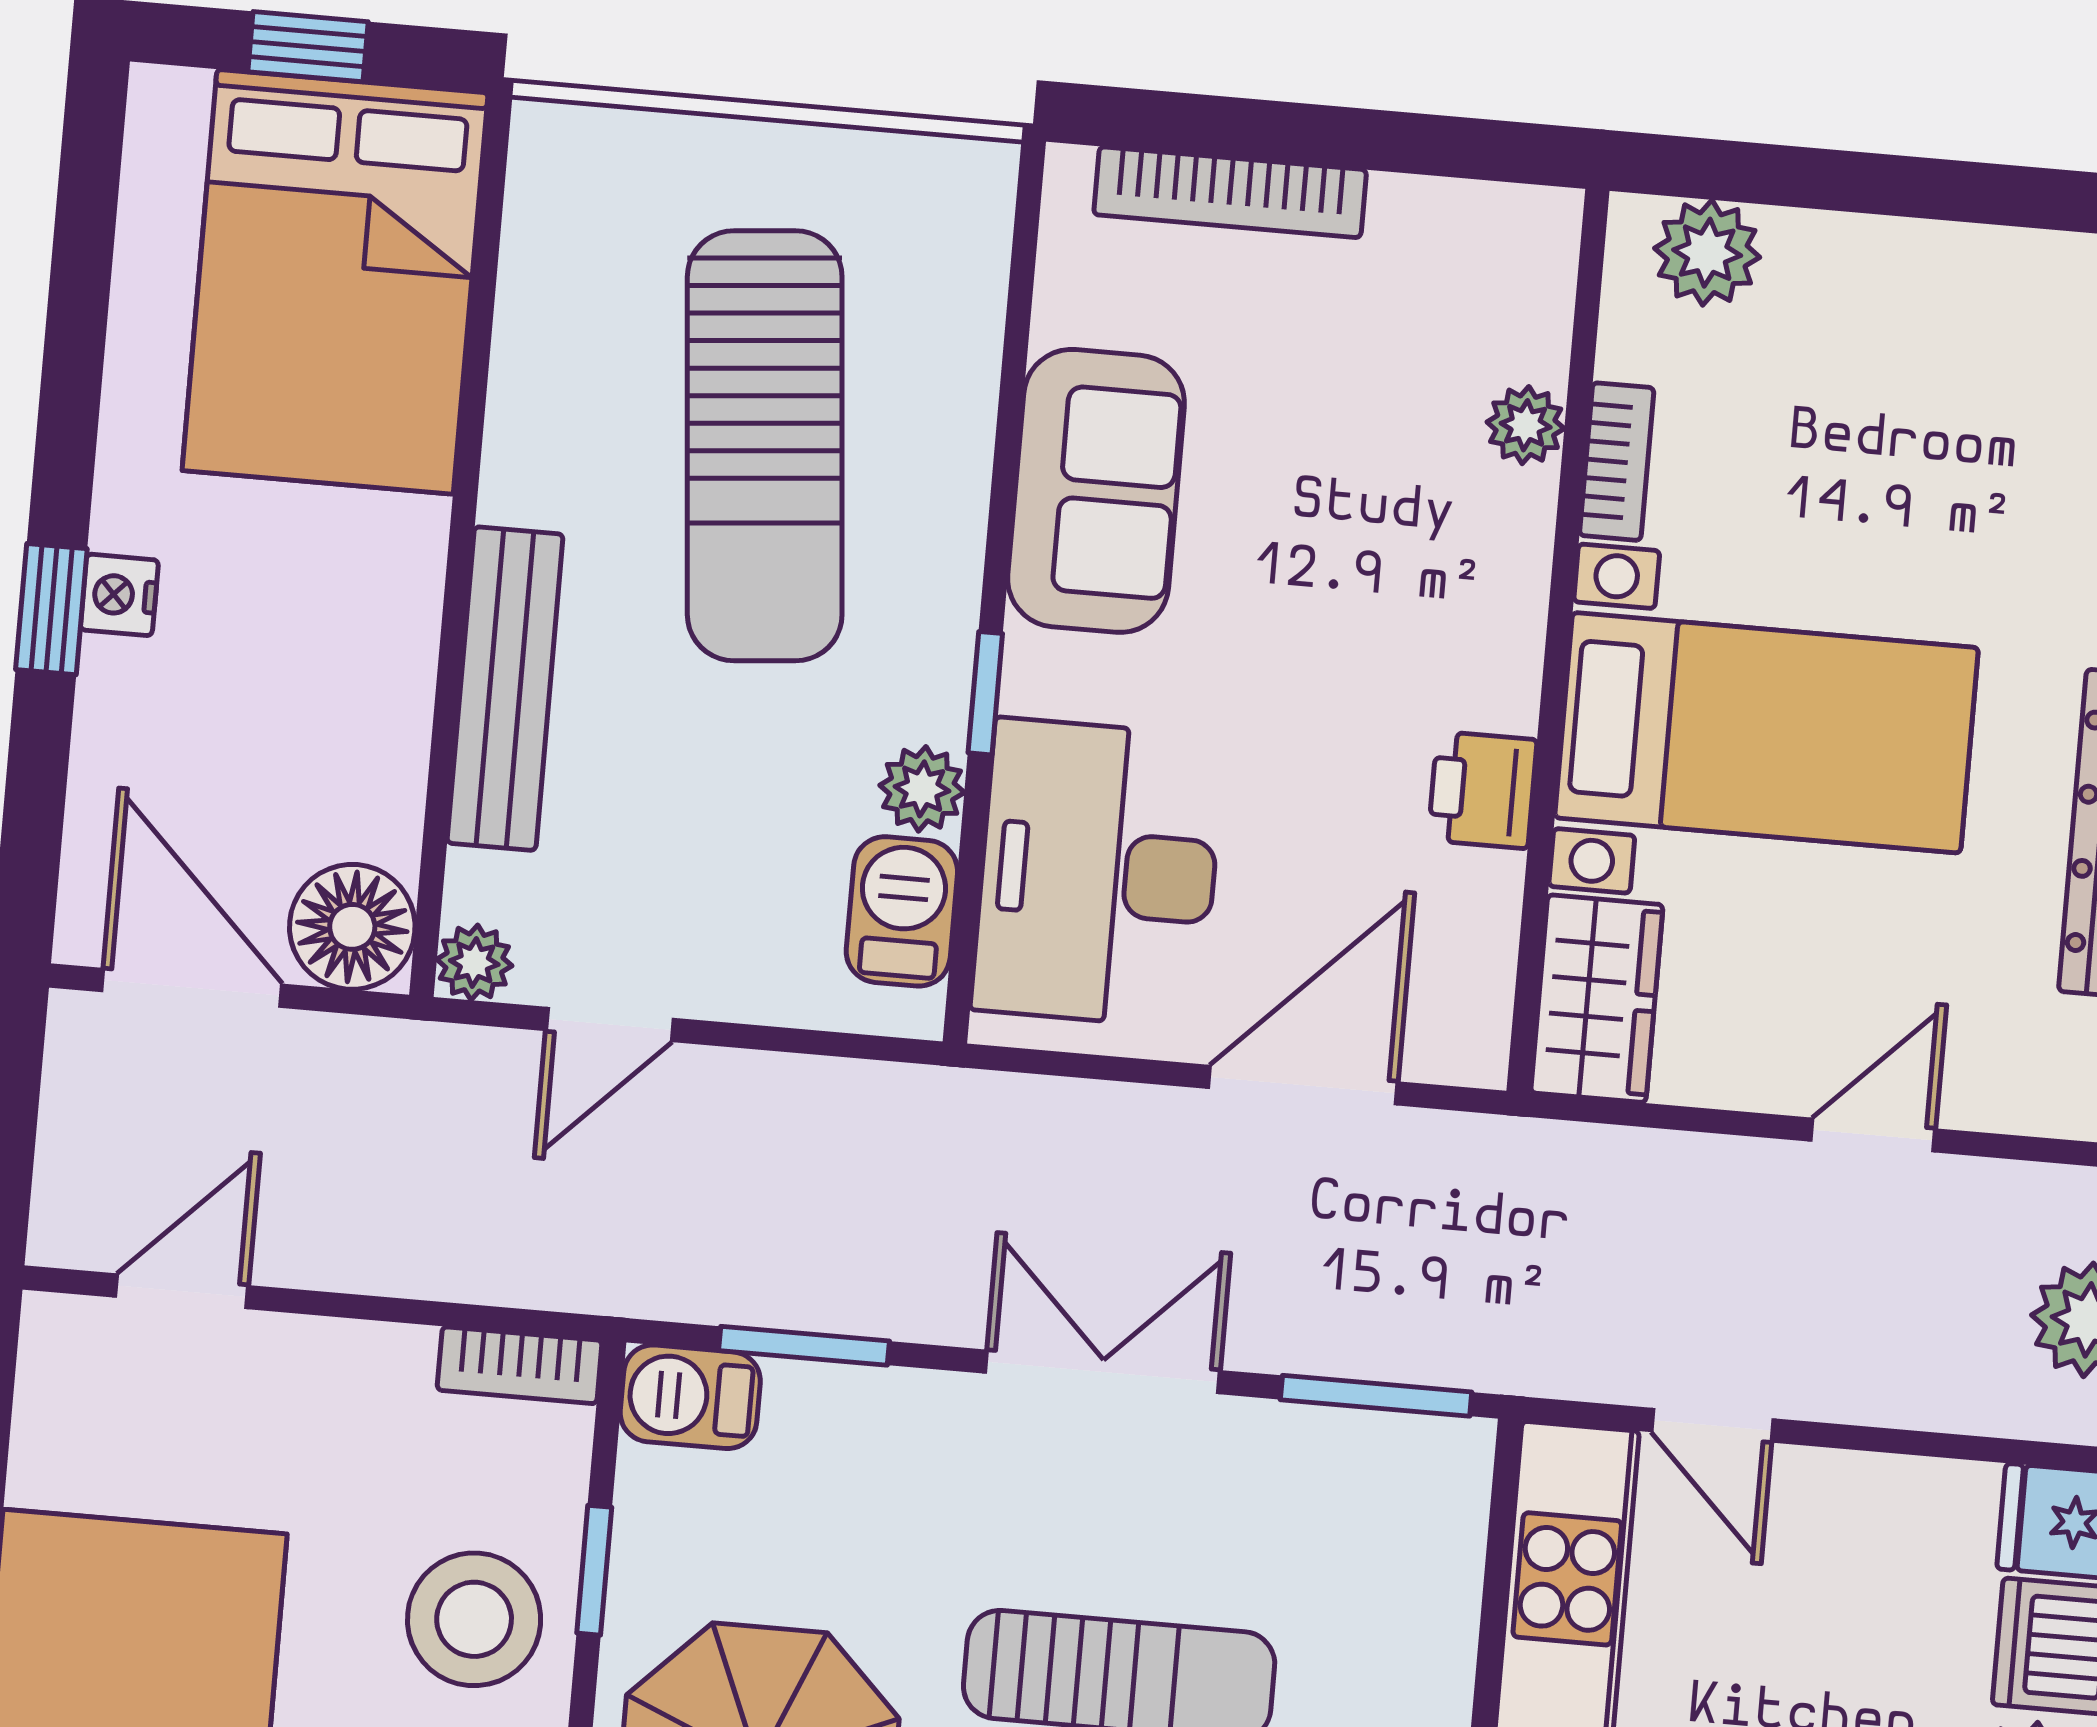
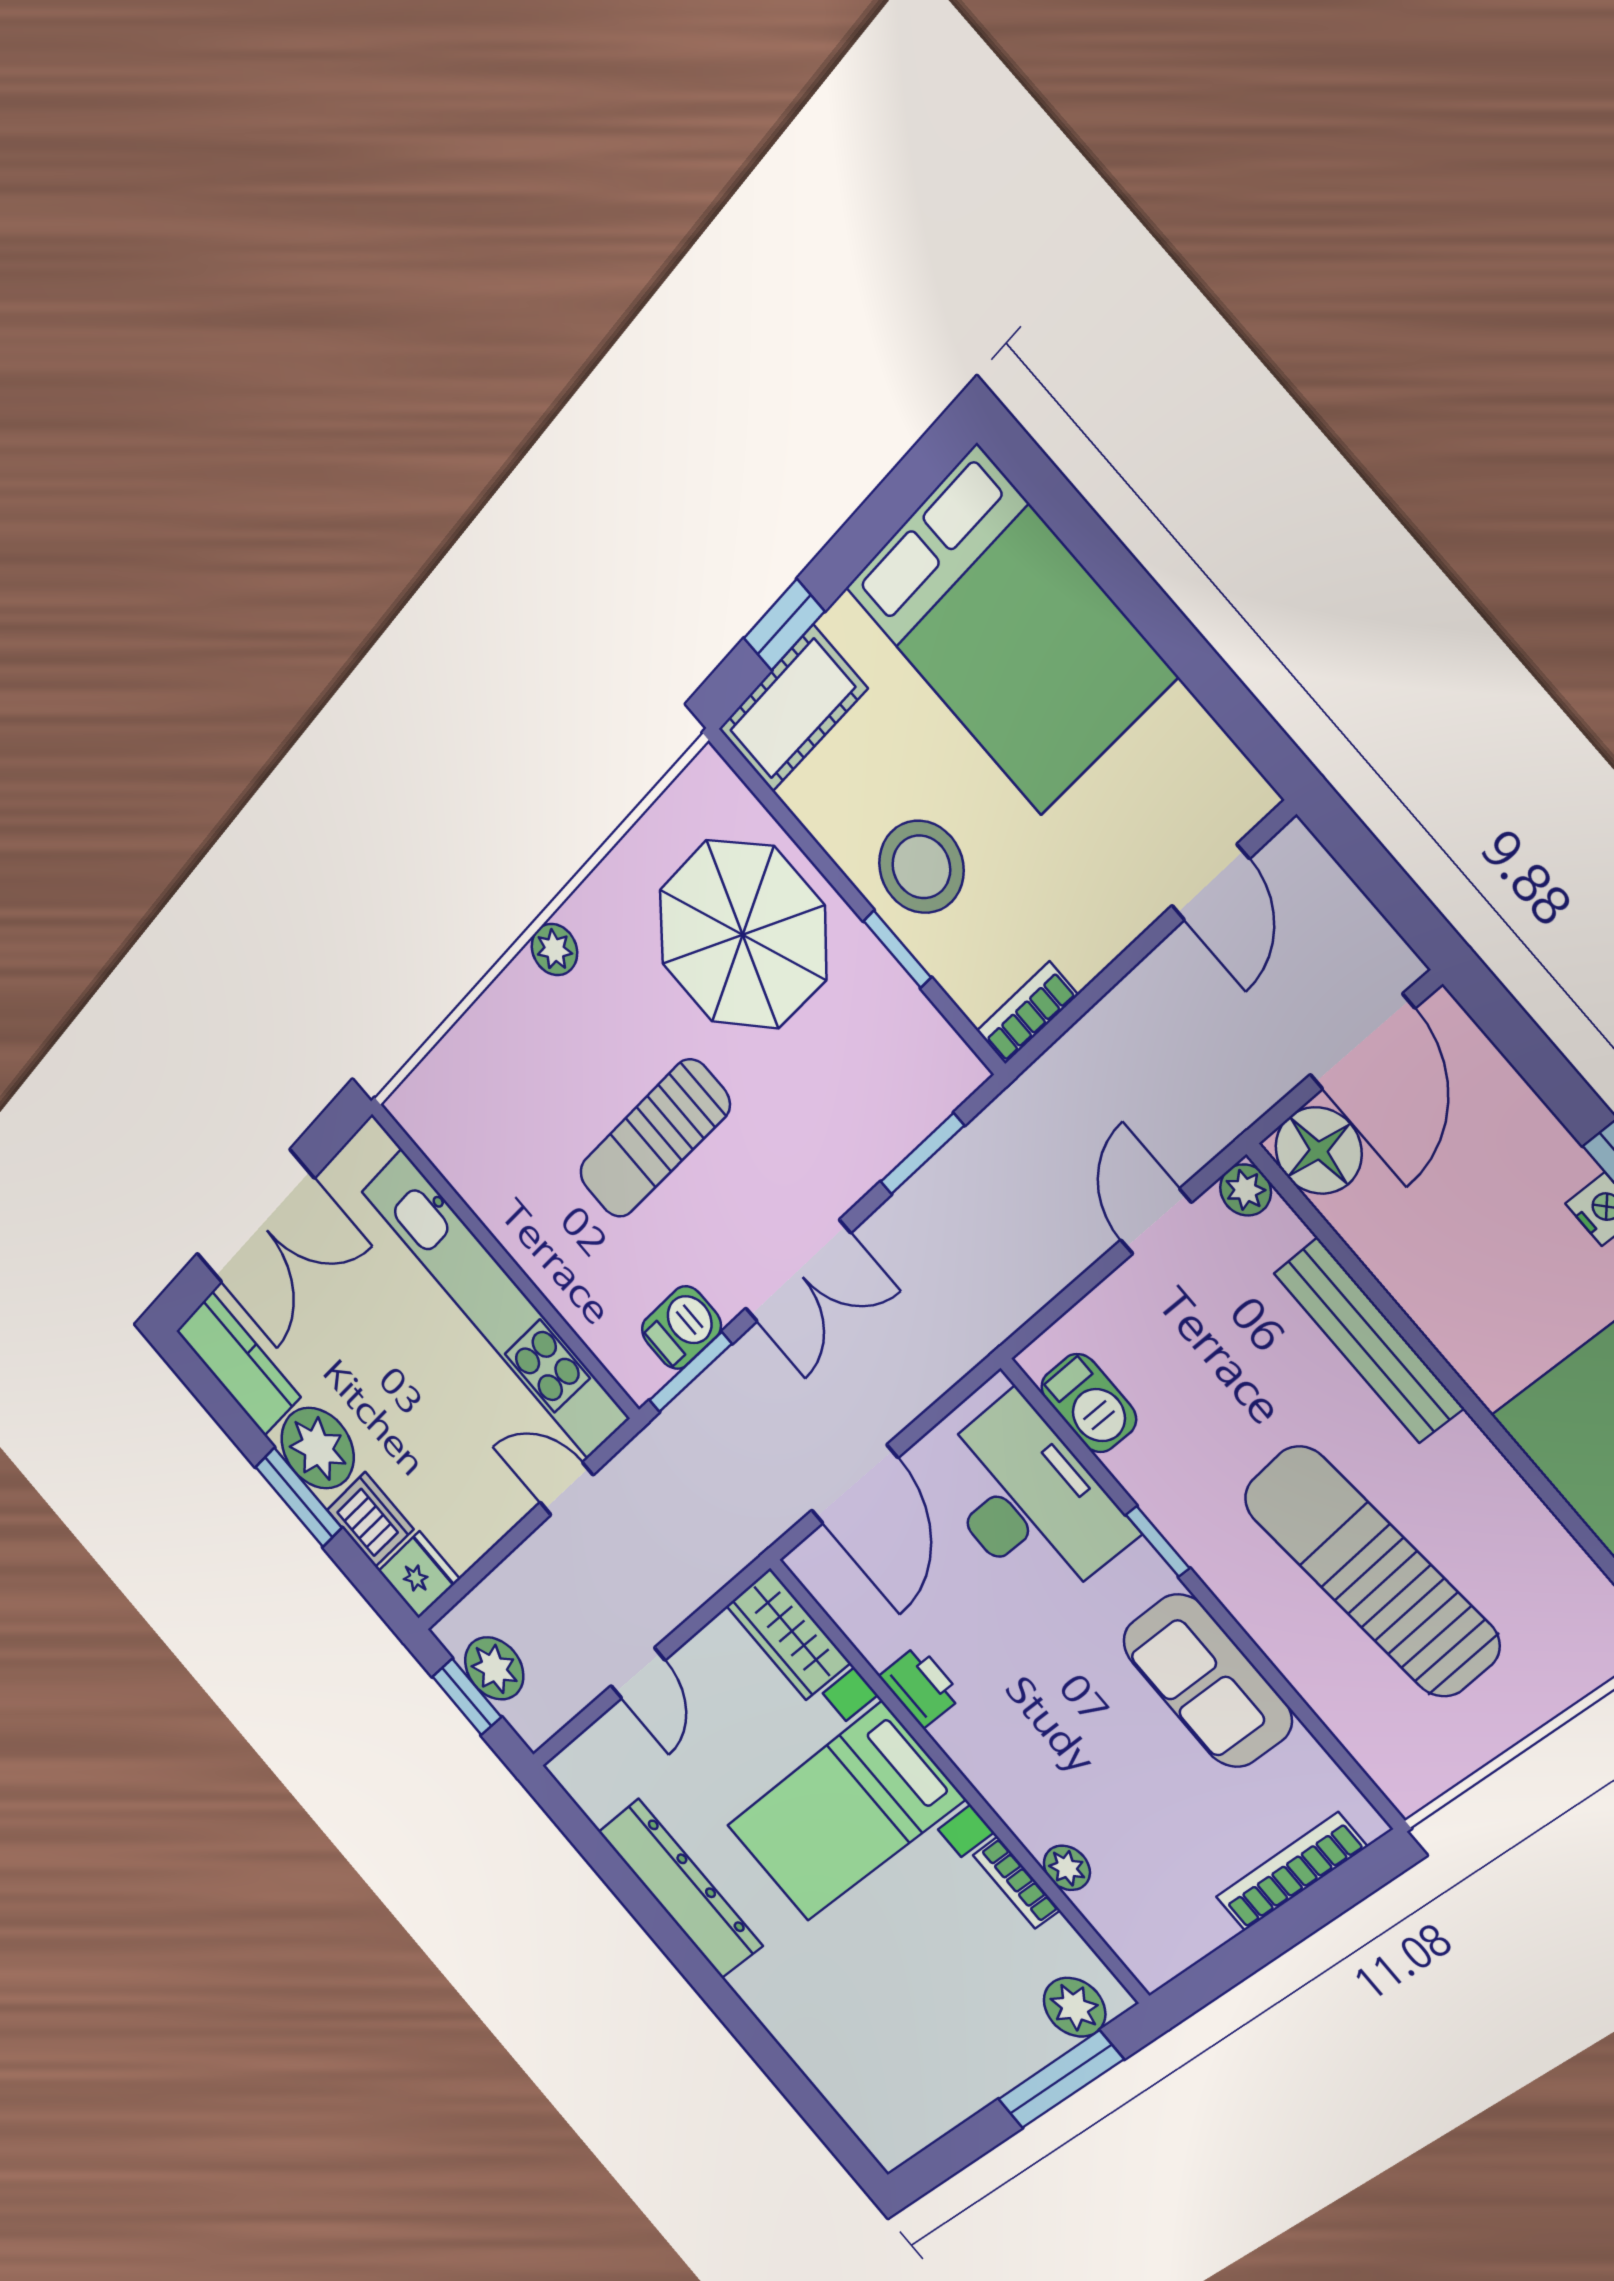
window: (1830, 180) -> (1061, 2079), added
plant: (922, 789) -> (1139, 1470), removed
door: (192, 988) -> (1362, 1042), hinge flipped
barbecue: (690, 1397) -> (681, 1328), moved

